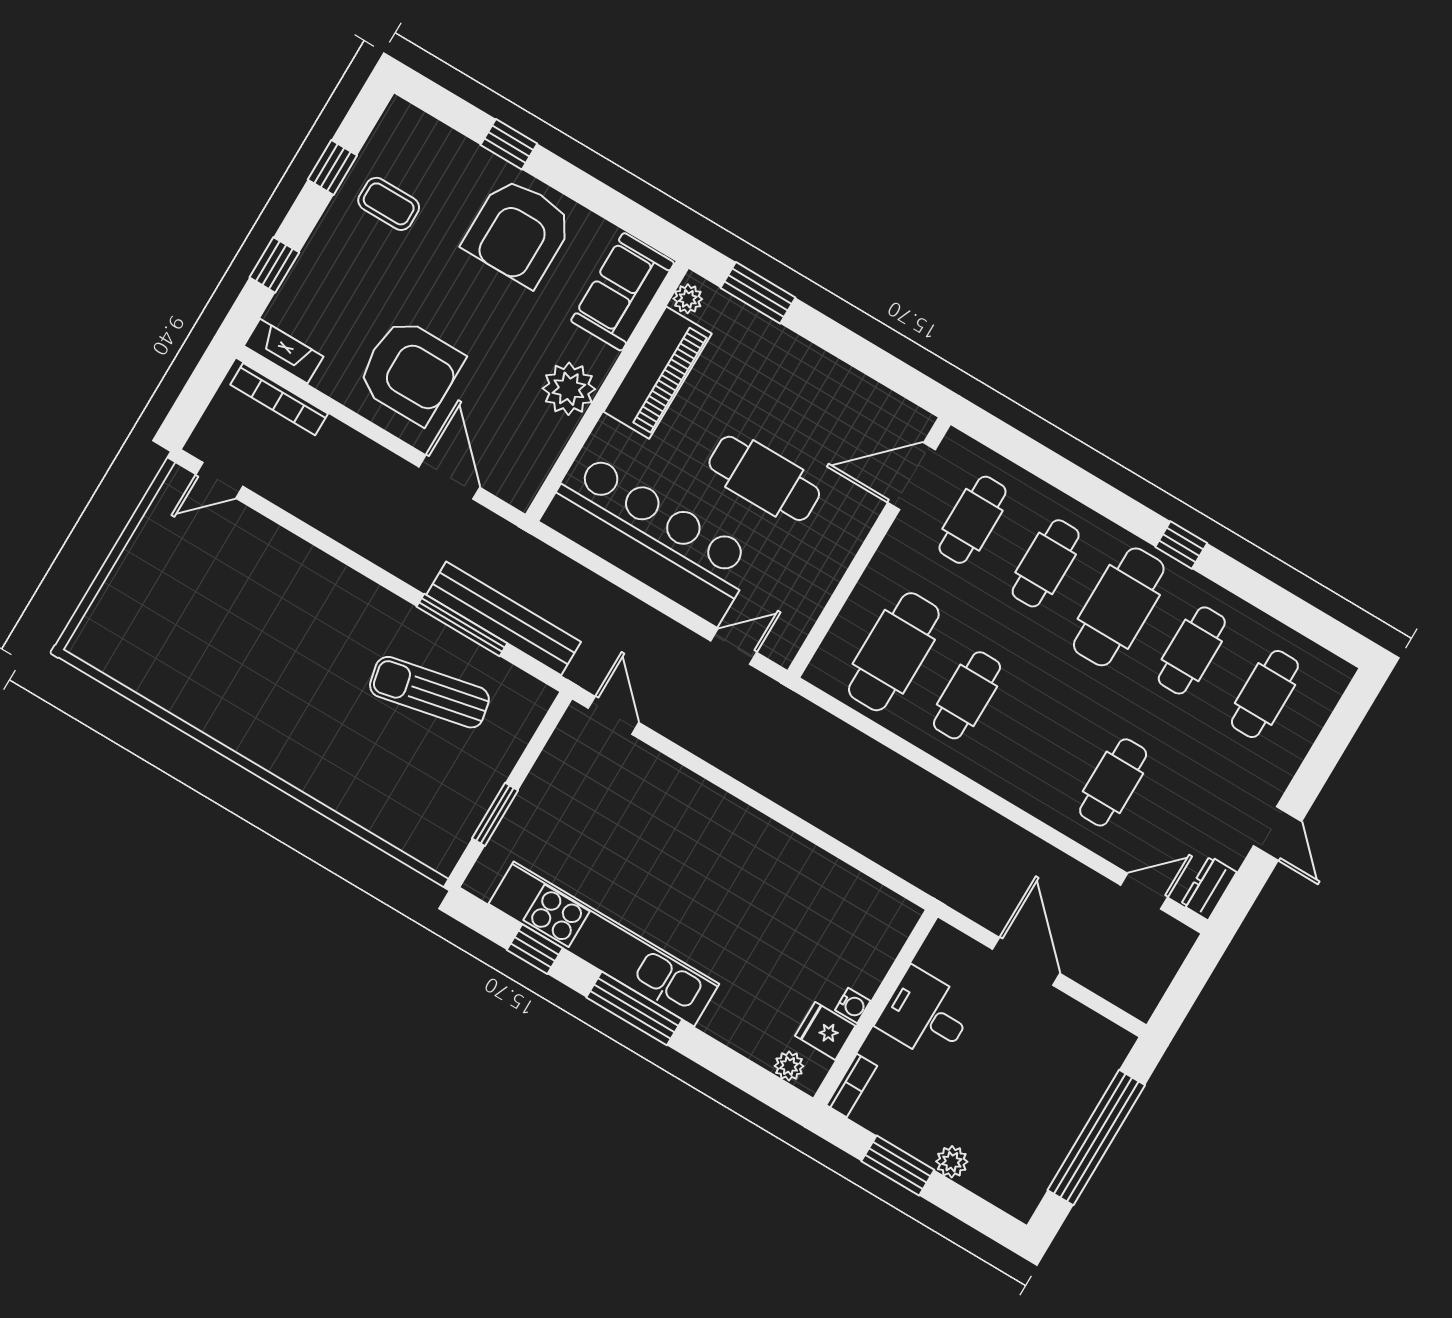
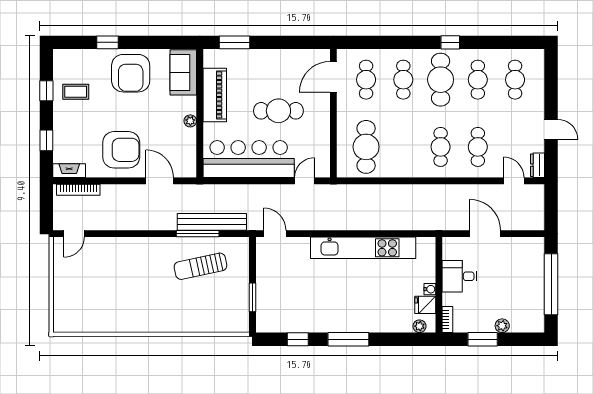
plant: (688, 299) -> (209, 60), removed
plant: (569, 389) -> (190, 121), width x0.53, depth x0.53
cafe table: (967, 695) -> (441, 147), moved
door: (1144, 891) -> (514, 181), hinge flipped
kitchen unit: (604, 944) -> (363, 248), moved, turned 180

